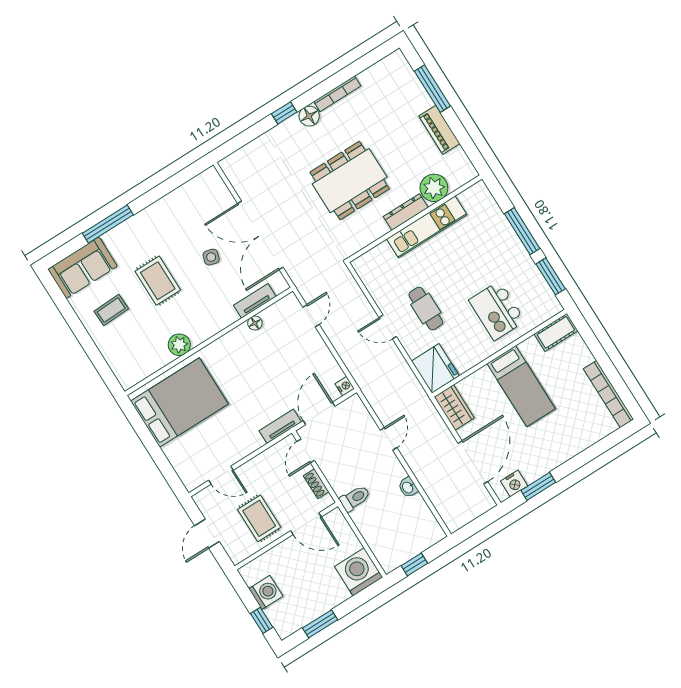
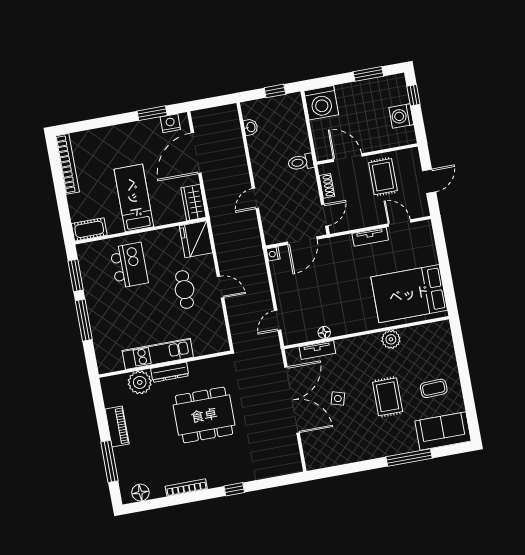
floor lamp: (309, 116) -> (140, 492), moved
tv unit: (280, 426) -> (370, 237), moved
washbasin: (408, 487) -> (251, 127), moved

